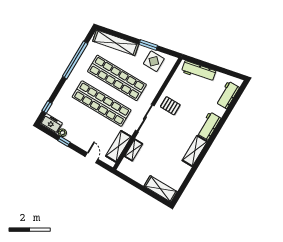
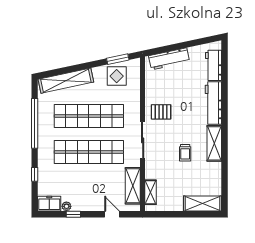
window: (148, 45) -> (118, 59), moved
window: (47, 107) -> (35, 174), moved
workbench: (209, 126) -> (213, 103), width x1.38
trolley: (170, 145) -> (185, 153), added
shelving: (134, 150) -> (151, 192), moved

